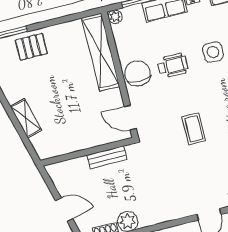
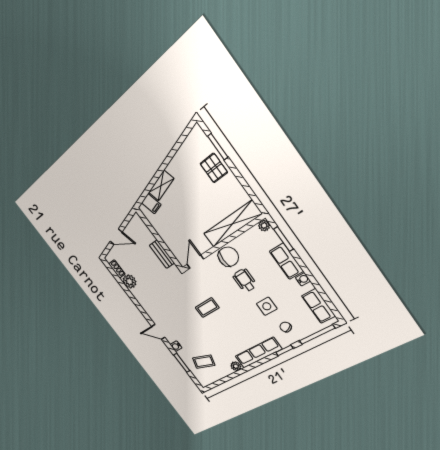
wheelchair: (173, 66) -> (245, 280), turned 180
filing cabinet: (42, 141) -> (151, 204), added
door: (64, 210) -> (116, 237), hinge flipped

